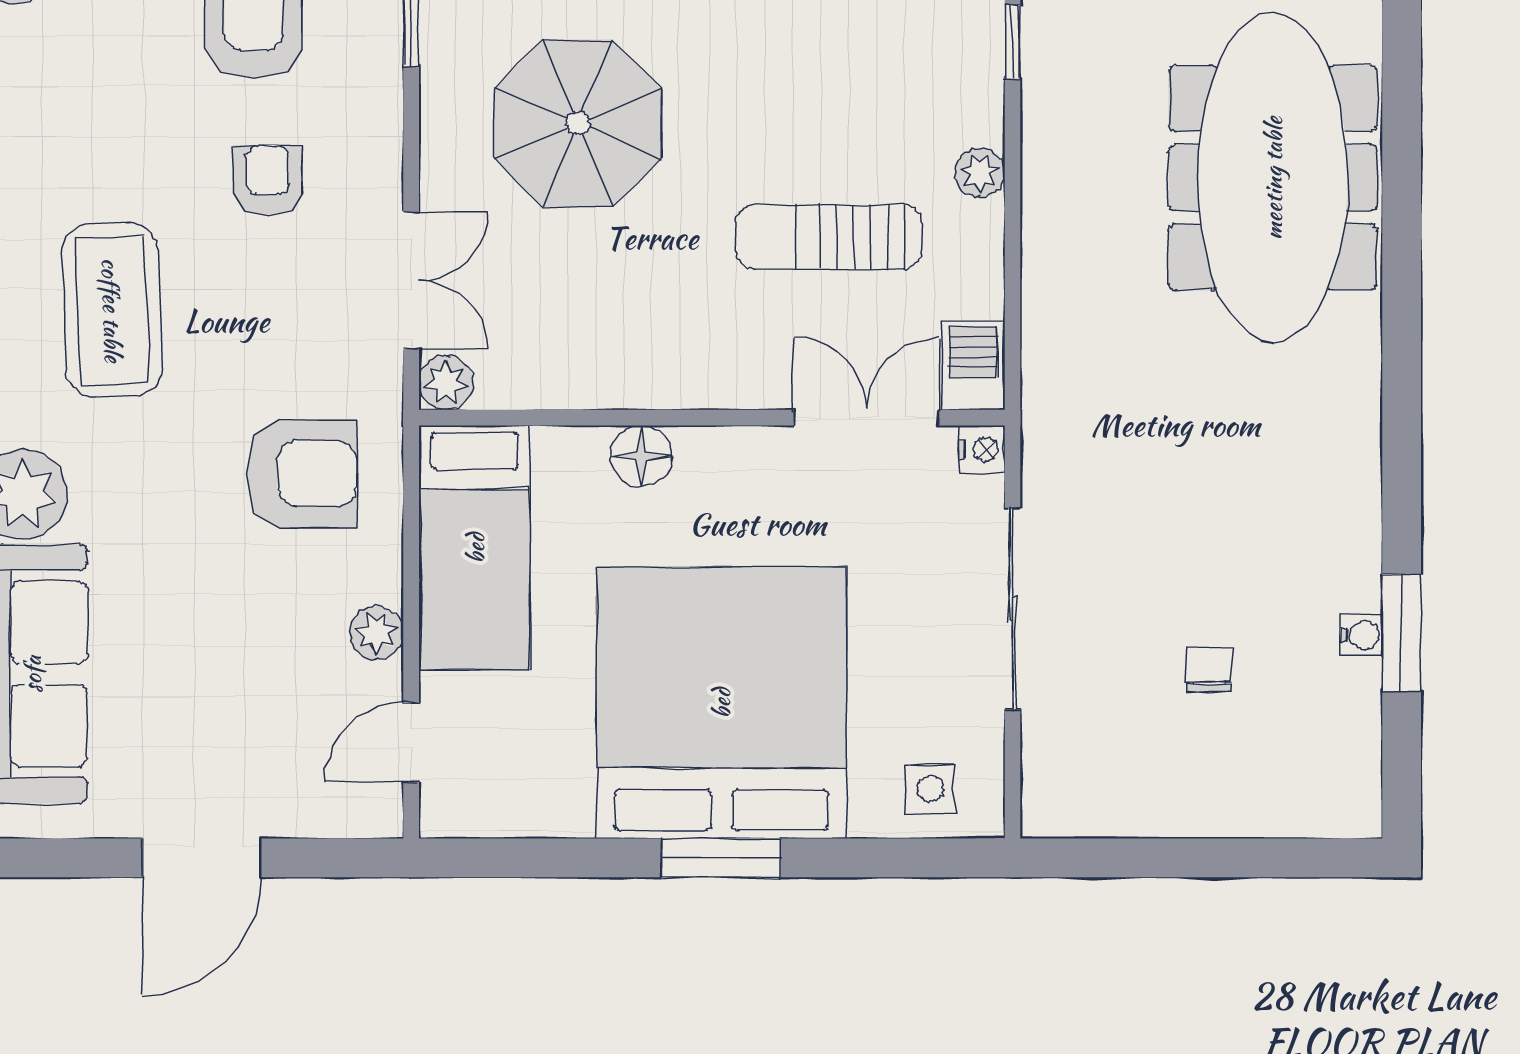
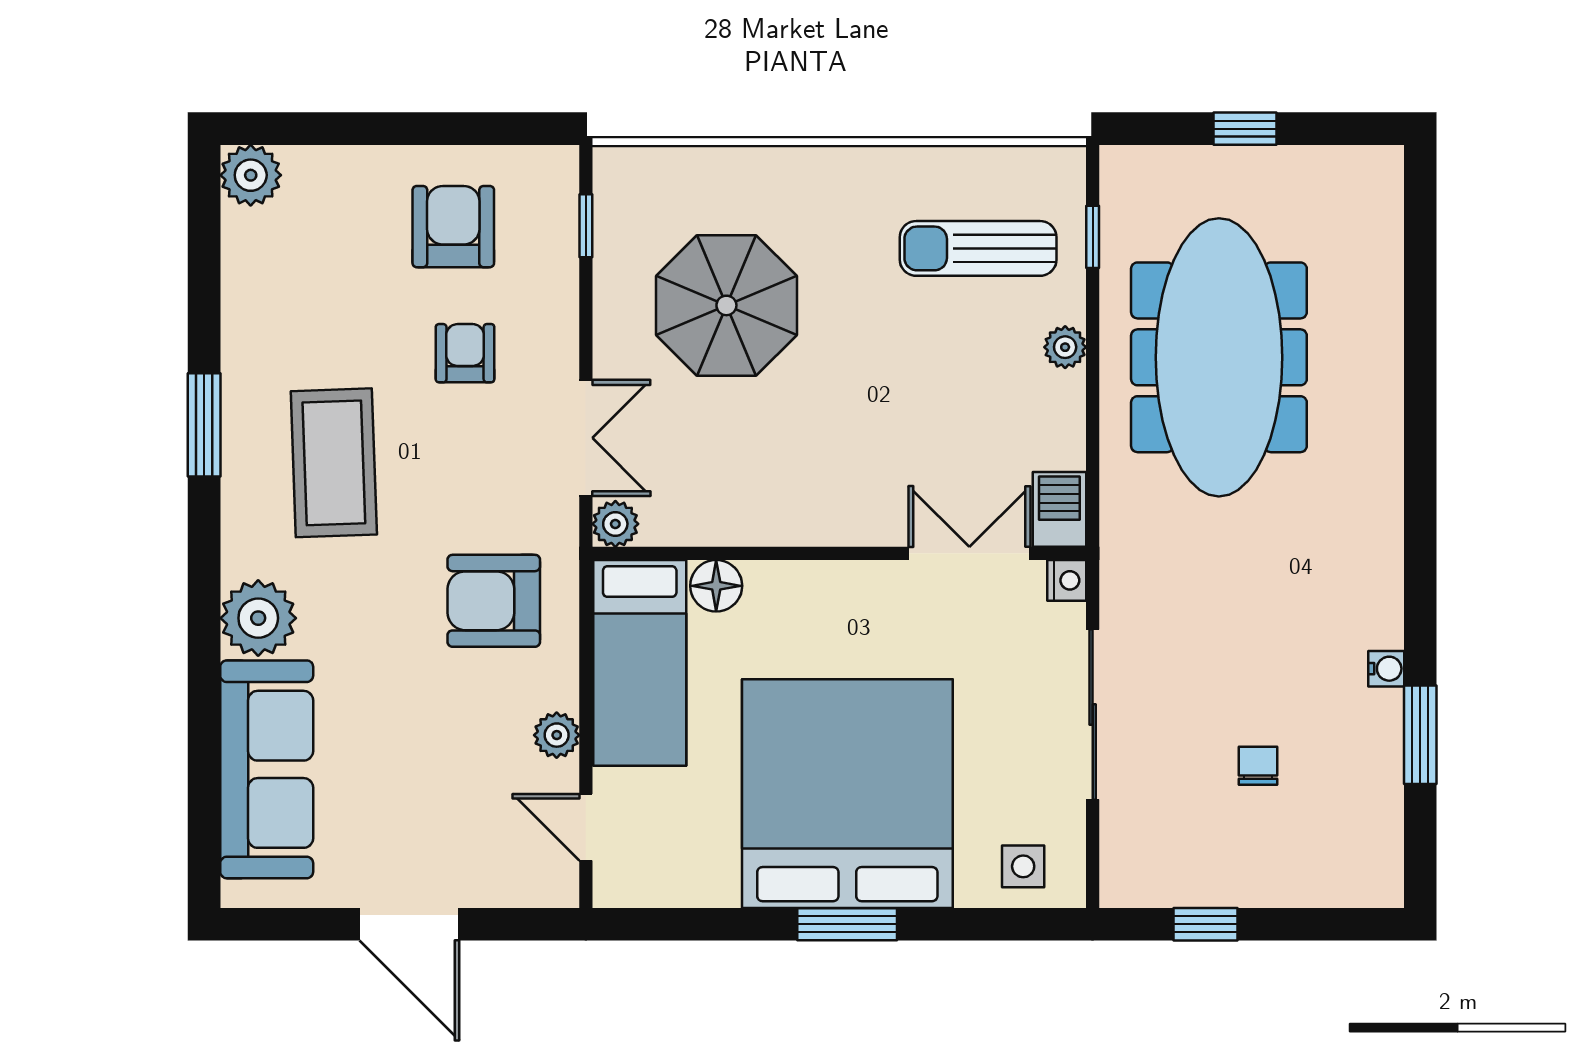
meeting table: (1273, 178) -> (1219, 357), moved
sun lounger: (829, 237) -> (978, 248), moved
floor lamp: (641, 456) -> (716, 586), moved
armchair: (302, 474) -> (494, 601), turned 180
water cooler: (1361, 635) -> (1386, 669), moved
door: (411, 742) -> (586, 827), hinge flipped
door: (202, 858) -> (409, 924), hinge flipped
window: (1147, 858) -> (1205, 924), added

